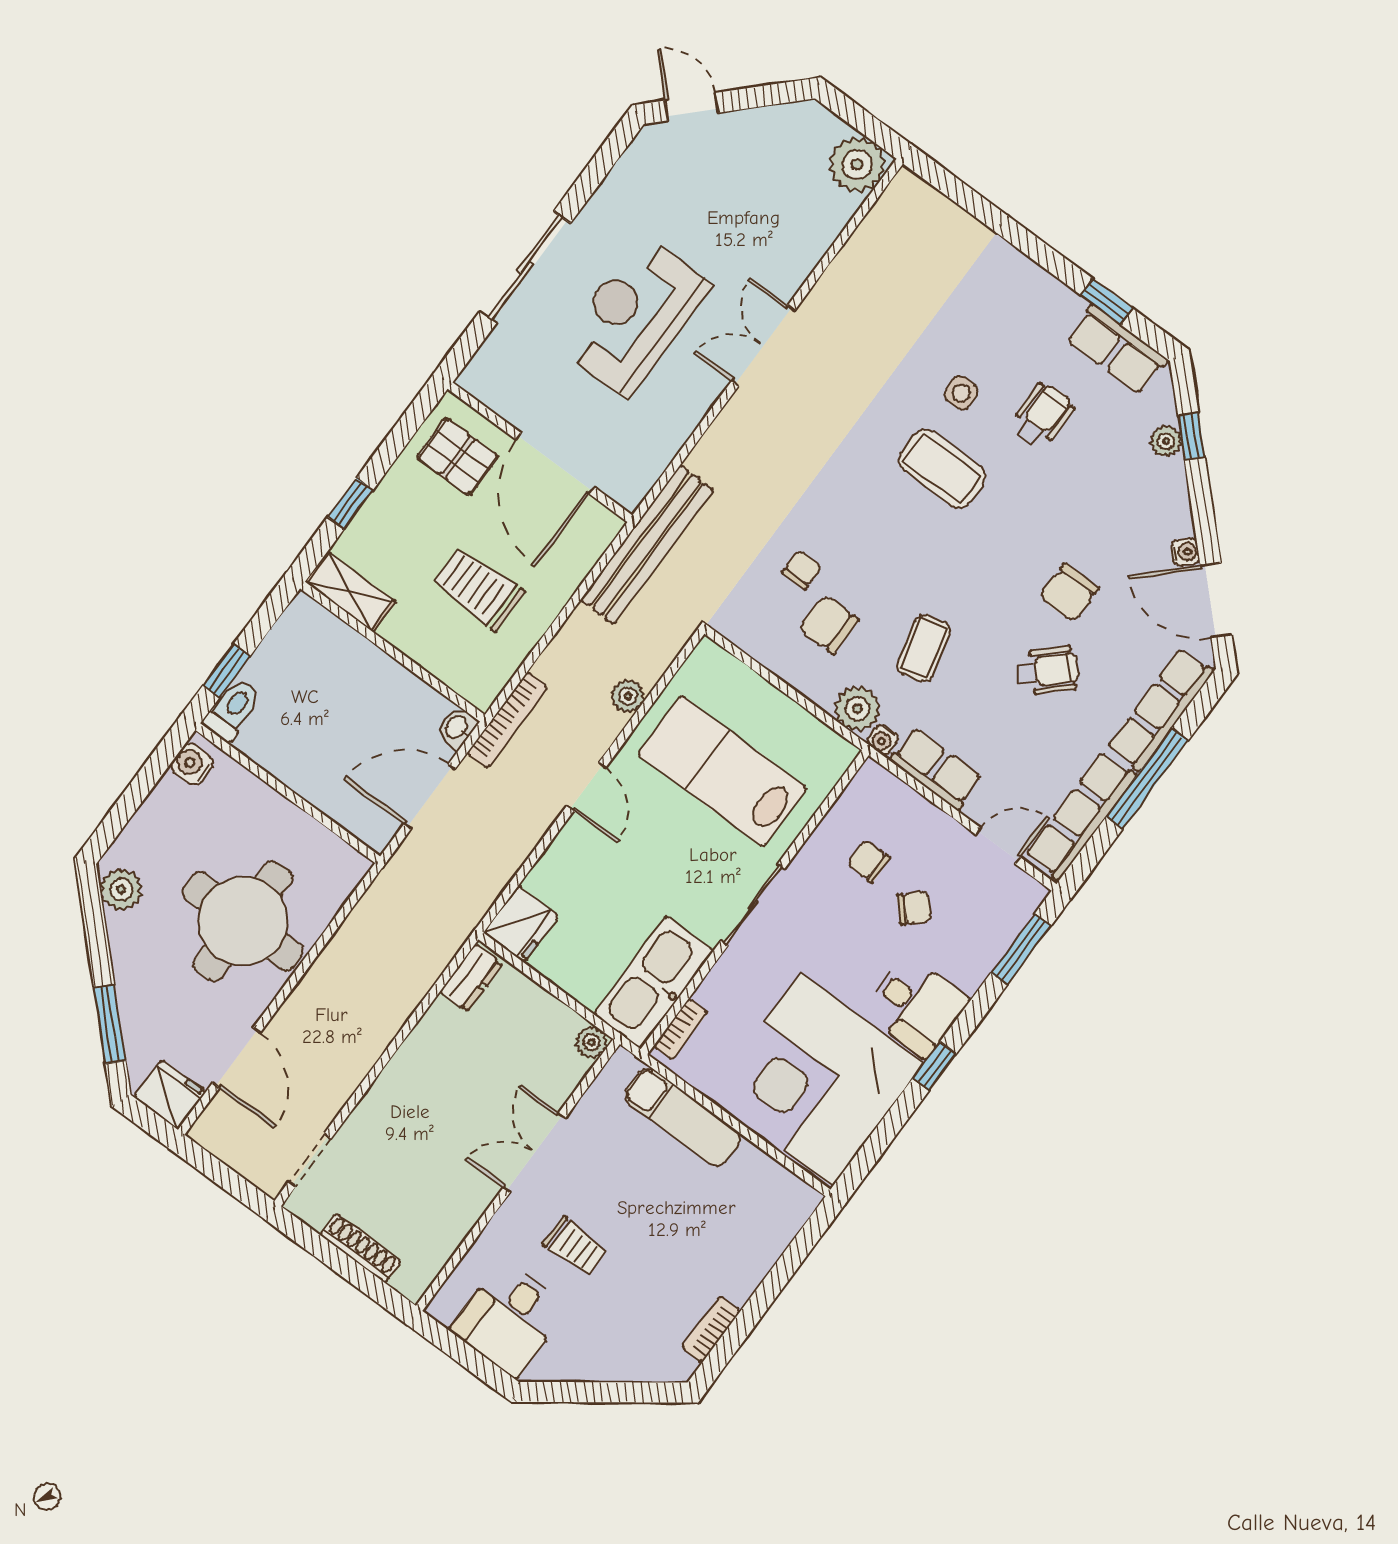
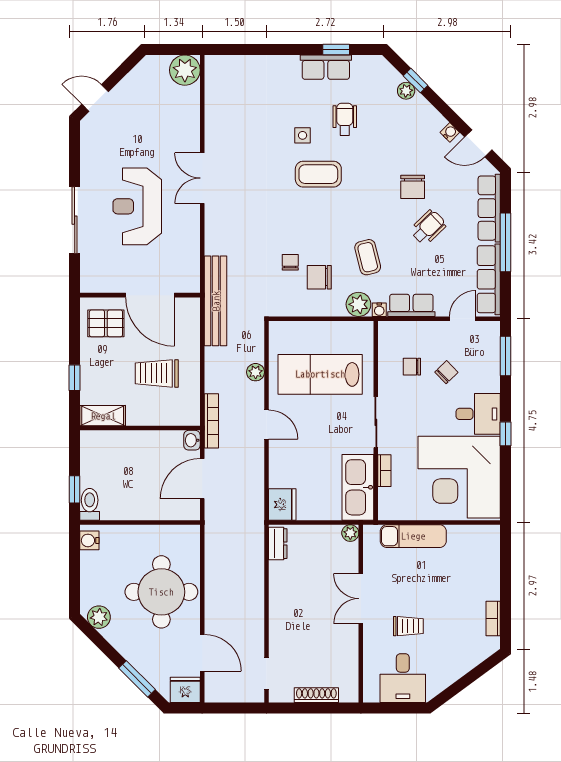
row of seats: (1116, 350) -> (326, 67), moved
door: (1216, 600) -> (478, 143), width x0.73
bookcase: (681, 1029) -> (384, 471), moved

